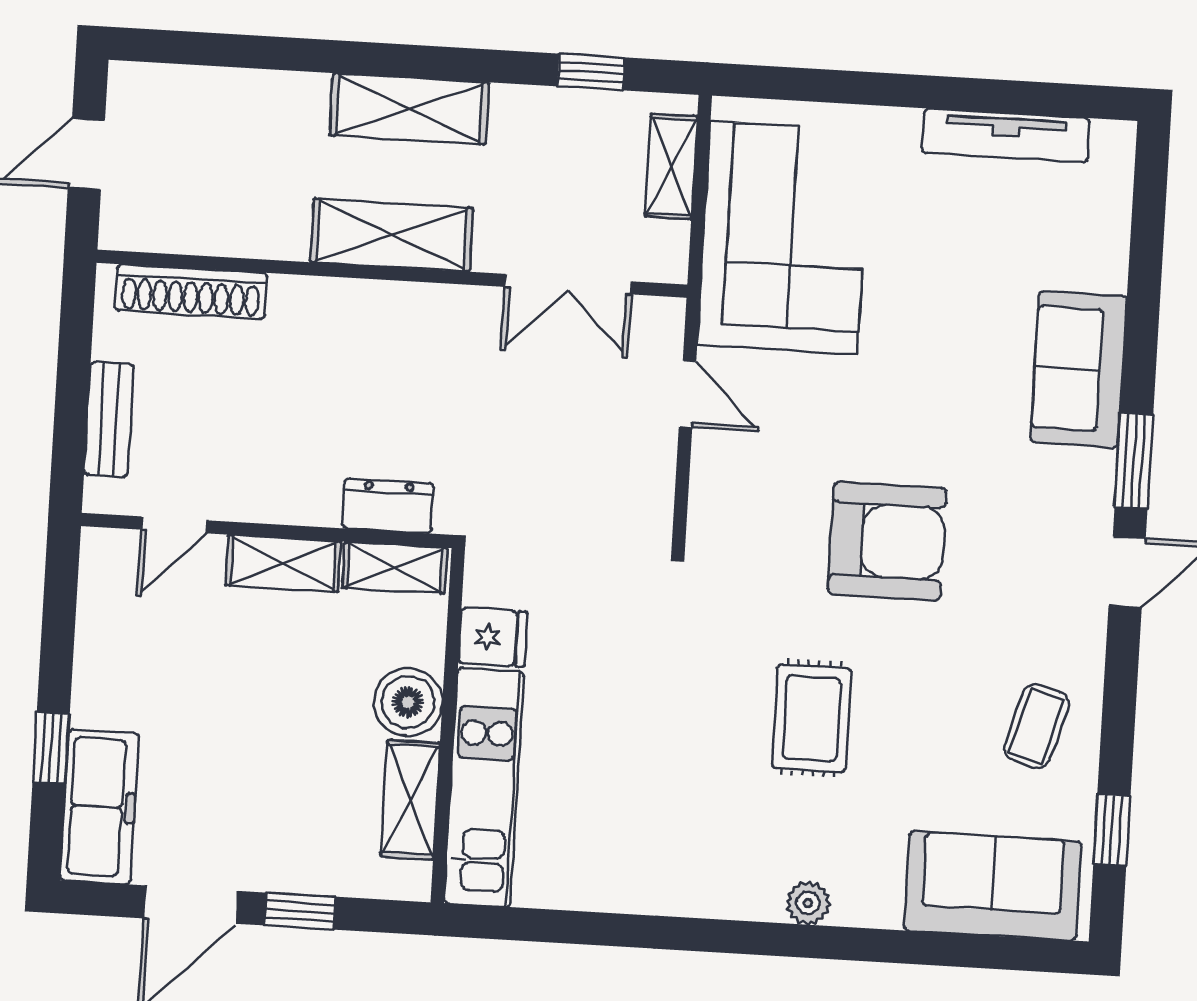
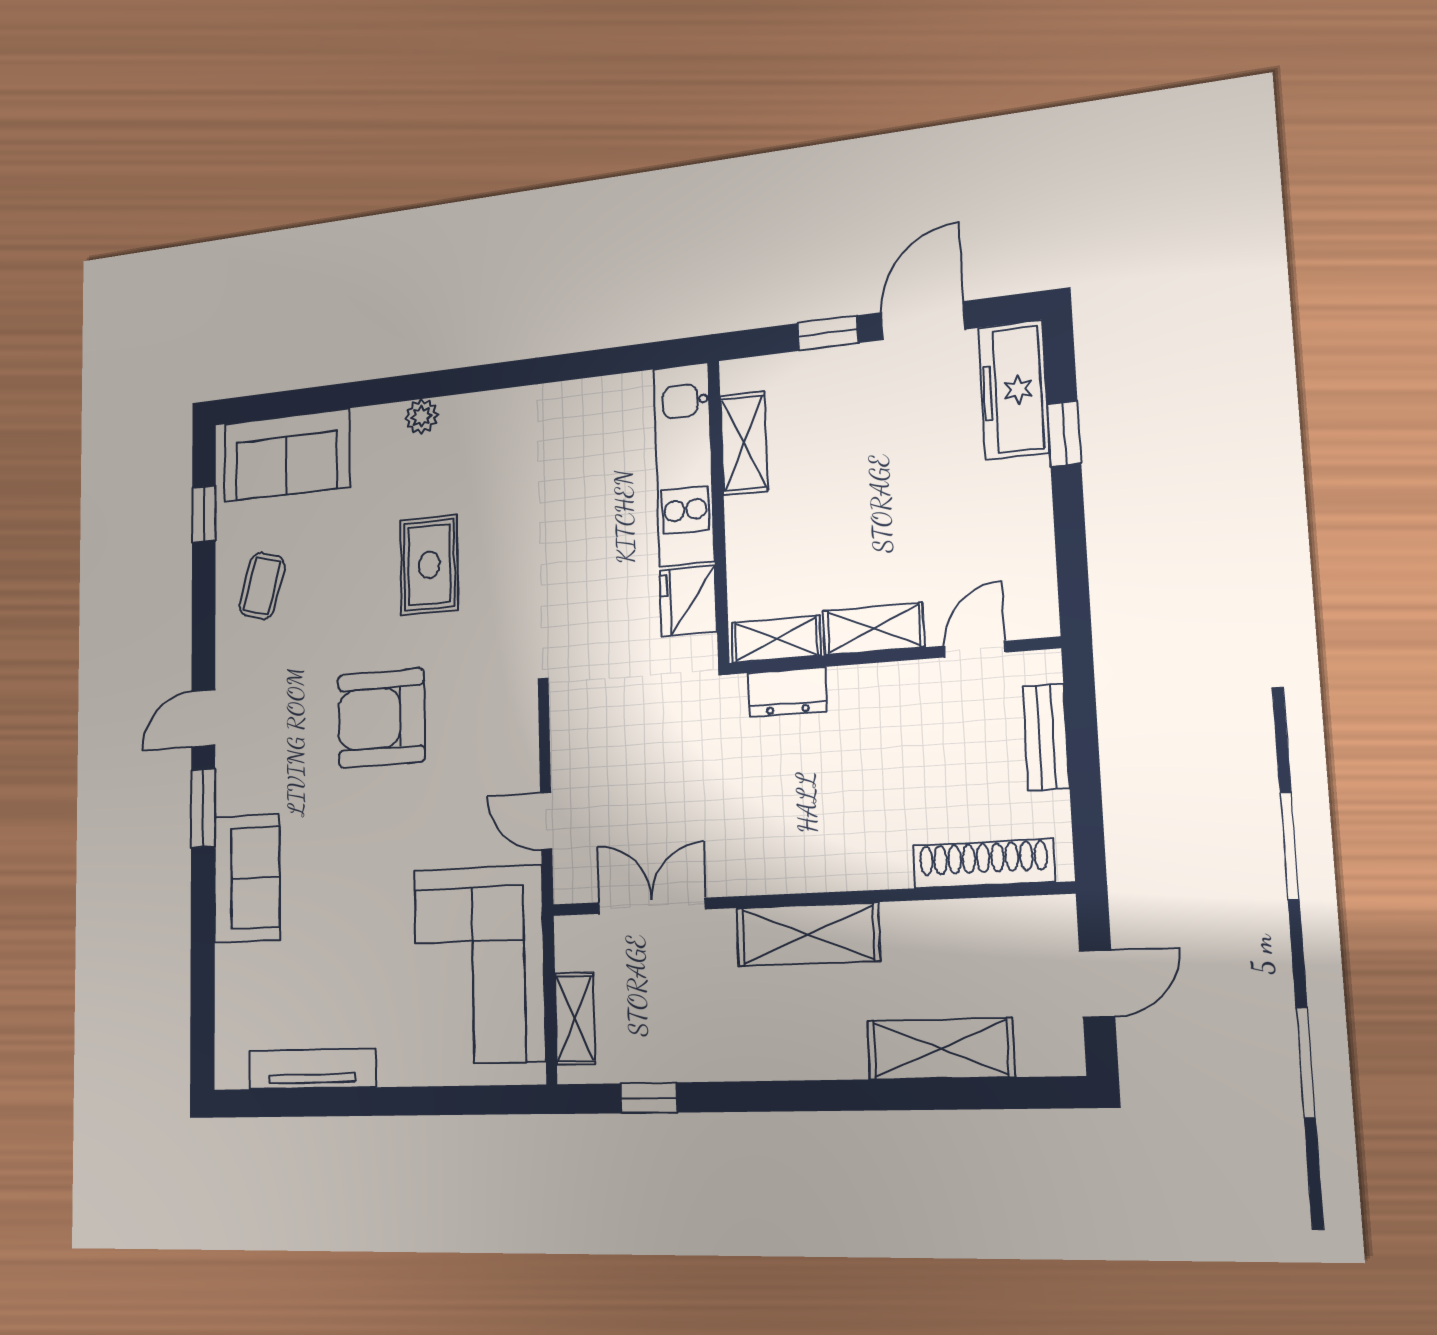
shelving: (409, 109) -> (940, 1049), moved
fridge: (493, 637) -> (688, 601), width x1.38
boiler: (408, 702) -> (754, 525), removed

